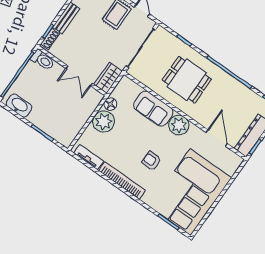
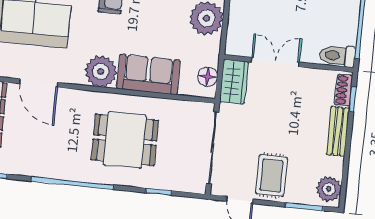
floor lamp: (110, 104) -> (208, 77), moved

